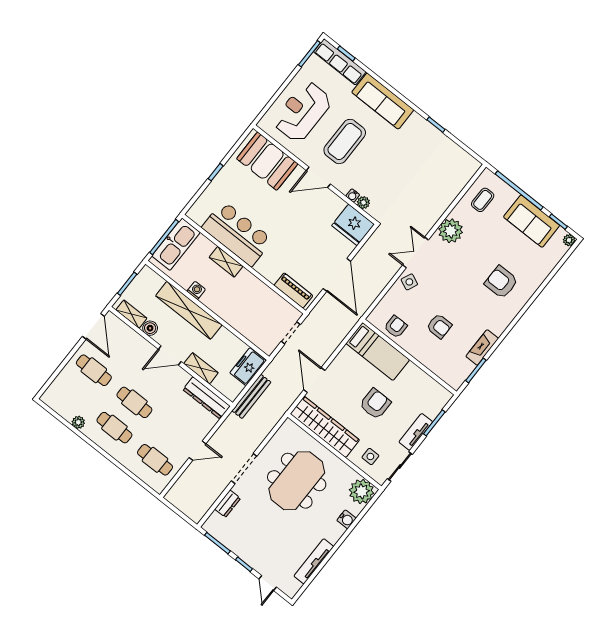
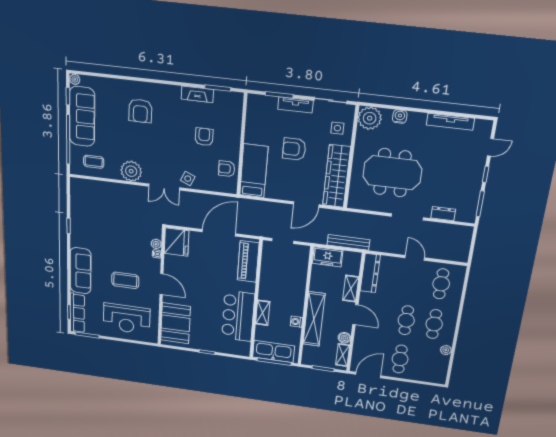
coffee table: (345, 141) -> (125, 280), width x0.73, depth x0.76
sofa: (532, 221) -> (82, 116), width x1.36
piano: (293, 290) -> (248, 261), width x1.37, depth x1.33

